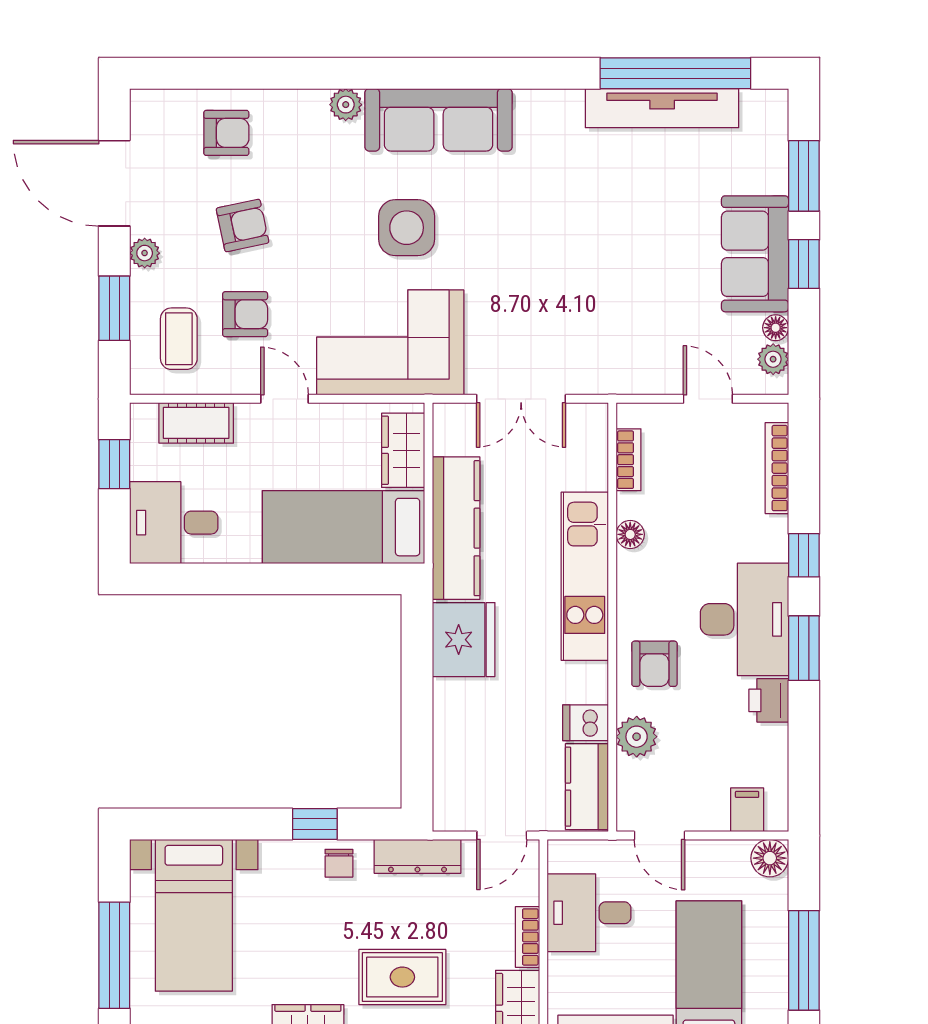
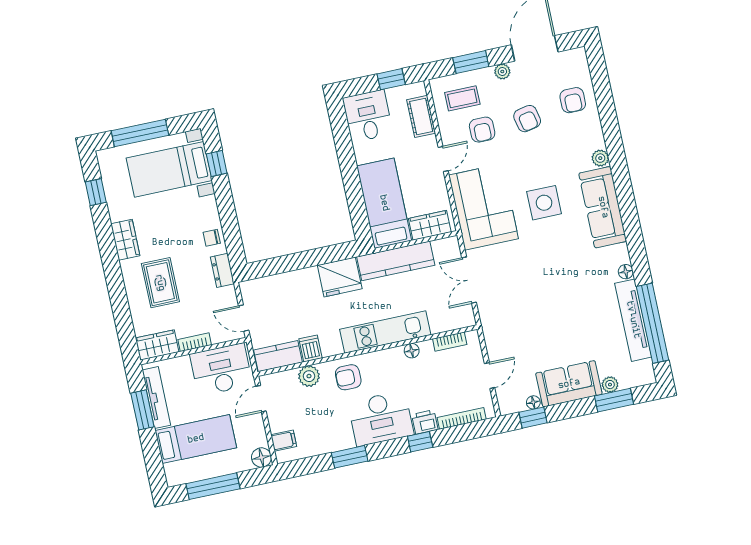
floor lamp: (568, 102) -> (626, 272), added
window: (804, 264) -> (533, 418), moved
plant: (773, 359) -> (610, 385), moved
window: (804, 648) -> (350, 457), moved
printer: (769, 700) -> (425, 422), moved
window: (315, 824) -> (217, 163), moved
dresser: (417, 856) -> (222, 270), width x0.70
desk: (589, 913) -> (221, 369), width x1.37

